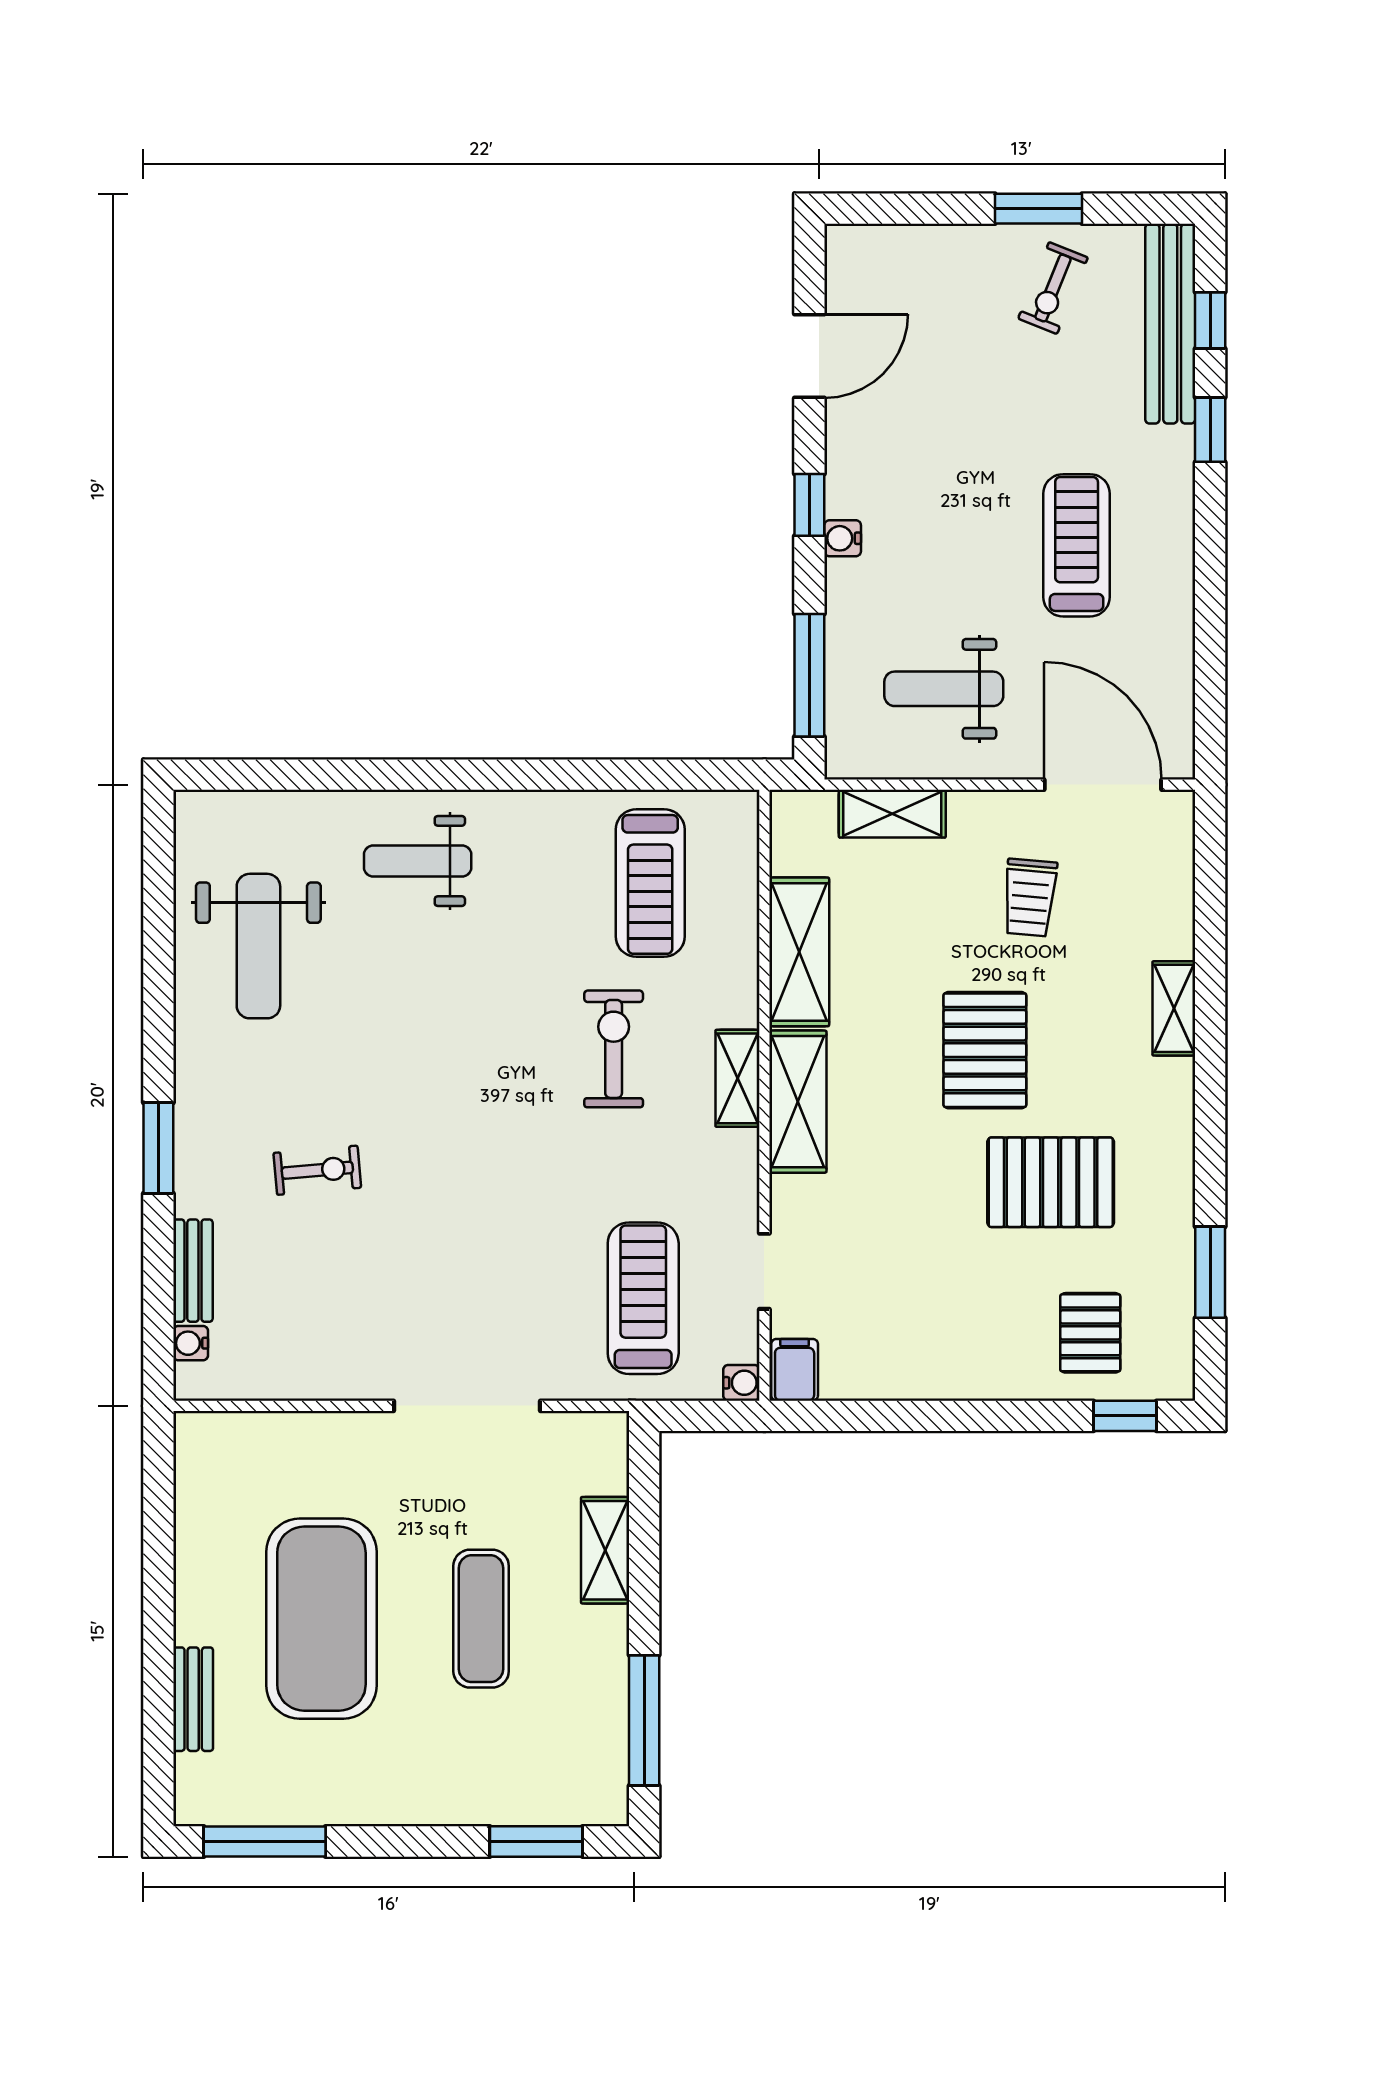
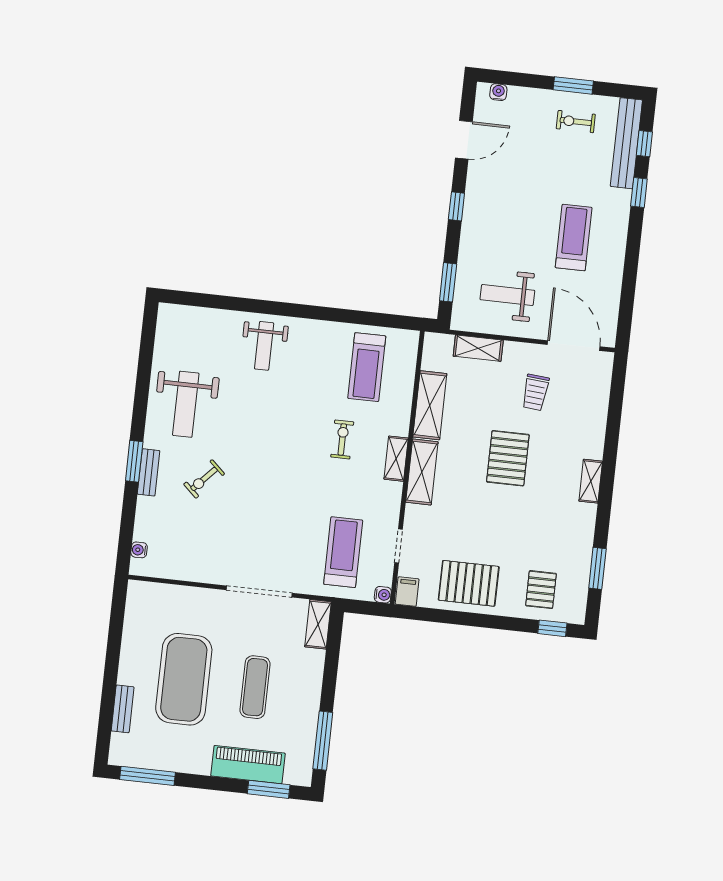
exercise bike: (1053, 288) -> (576, 122), turned 68
water cooler: (843, 538) -> (498, 92), moved, turned 90
window: (809, 675) -> (448, 282), width x0.69
weight bench: (418, 861) -> (264, 346), turned -90
weight bench: (258, 946) -> (186, 404), moved
shelving: (1174, 1008) -> (591, 481), moved
exercise bike: (614, 1049) -> (342, 439), width x0.73, depth x0.72
exercise bike: (317, 1170) -> (204, 479), turned 138
pallet: (1051, 1182) -> (469, 583), moved
bench: (193, 1271) -> (149, 472), moved
shelving: (605, 1550) -> (318, 624), moved
piano: (484, 1792) -> (248, 765), added

